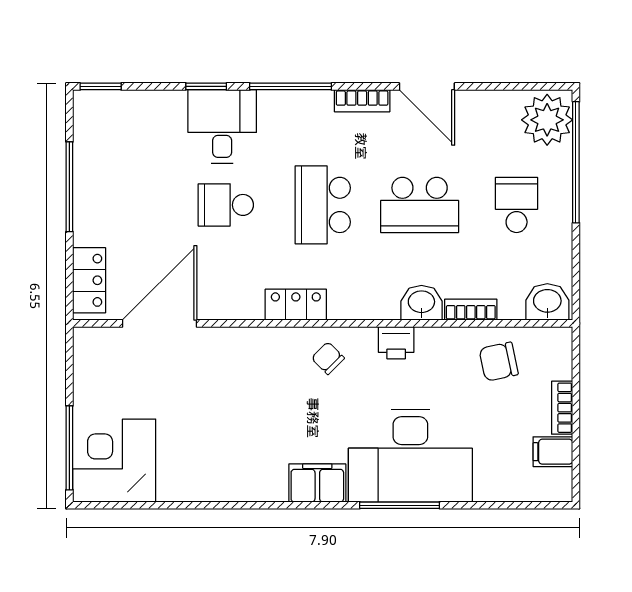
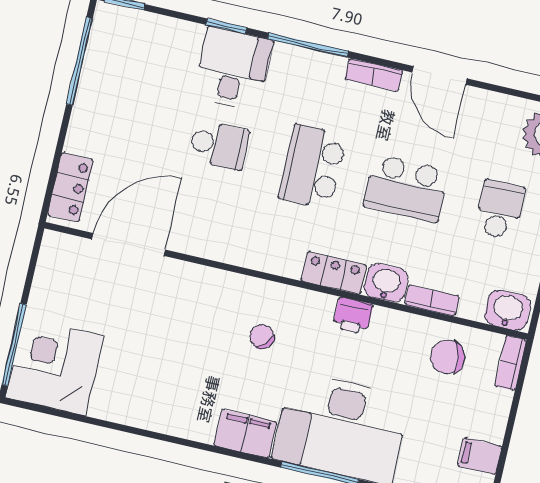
window: (69, 187) -> (79, 61), moved
school desk: (226, 205) -> (219, 145), turned 180
locker: (296, 305) -> (334, 273), moved
chair: (328, 358) -> (262, 337), moved
bookcase: (562, 408) -> (511, 363), moved

